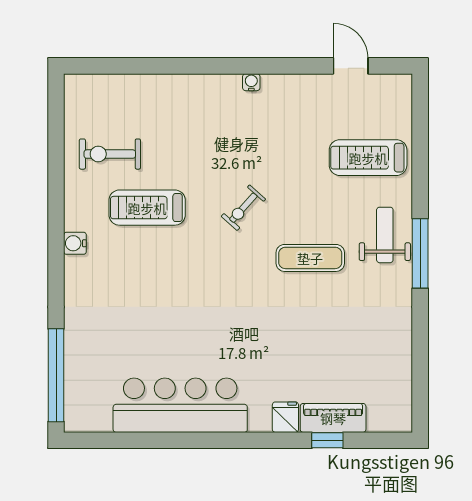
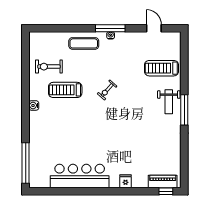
window: (250, 66) -> (110, 28), added
weight bench: (385, 235) -> (169, 102), turned 180
exercise mat: (310, 258) -> (84, 43), moved
piano: (333, 418) -> (163, 182), moved
window: (327, 440) -> (166, 191), moved

